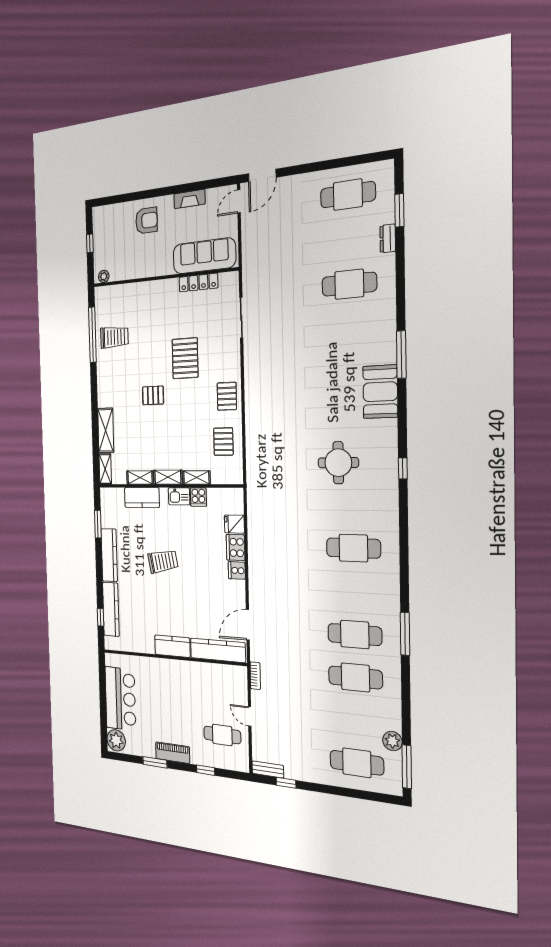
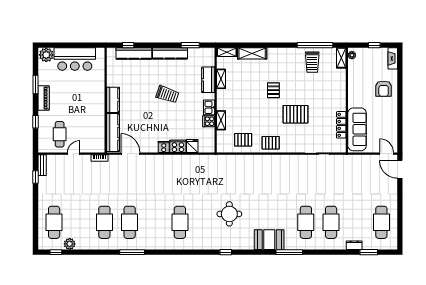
fireplace: (190, 199) -> (393, 58), moved
cafe table: (350, 329) -> (306, 222), added
shelving: (168, 477) -> (341, 58), moved
trolley: (163, 561) -> (167, 94), turned -60
window: (407, 767) -> (56, 252), width x0.46

